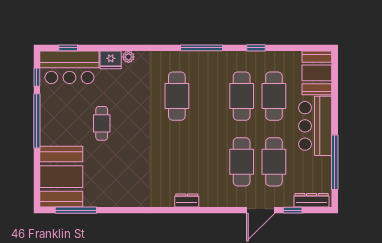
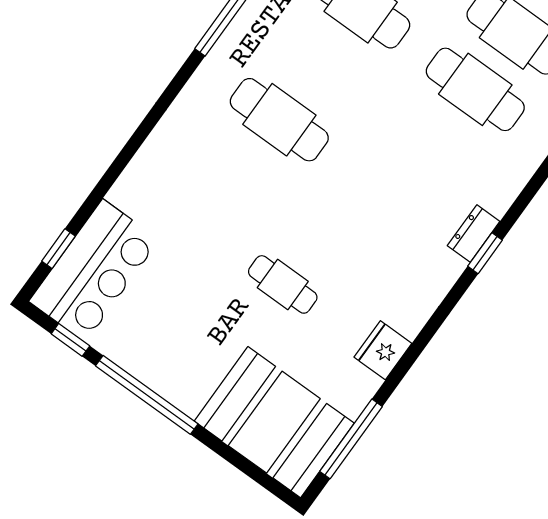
plant: (128, 57) -> (150, 155), removed
fridge: (111, 60) -> (383, 350), moved, turned 180
cafe table: (102, 123) -> (283, 284), moved
window: (182, 210) -> (485, 253), added

